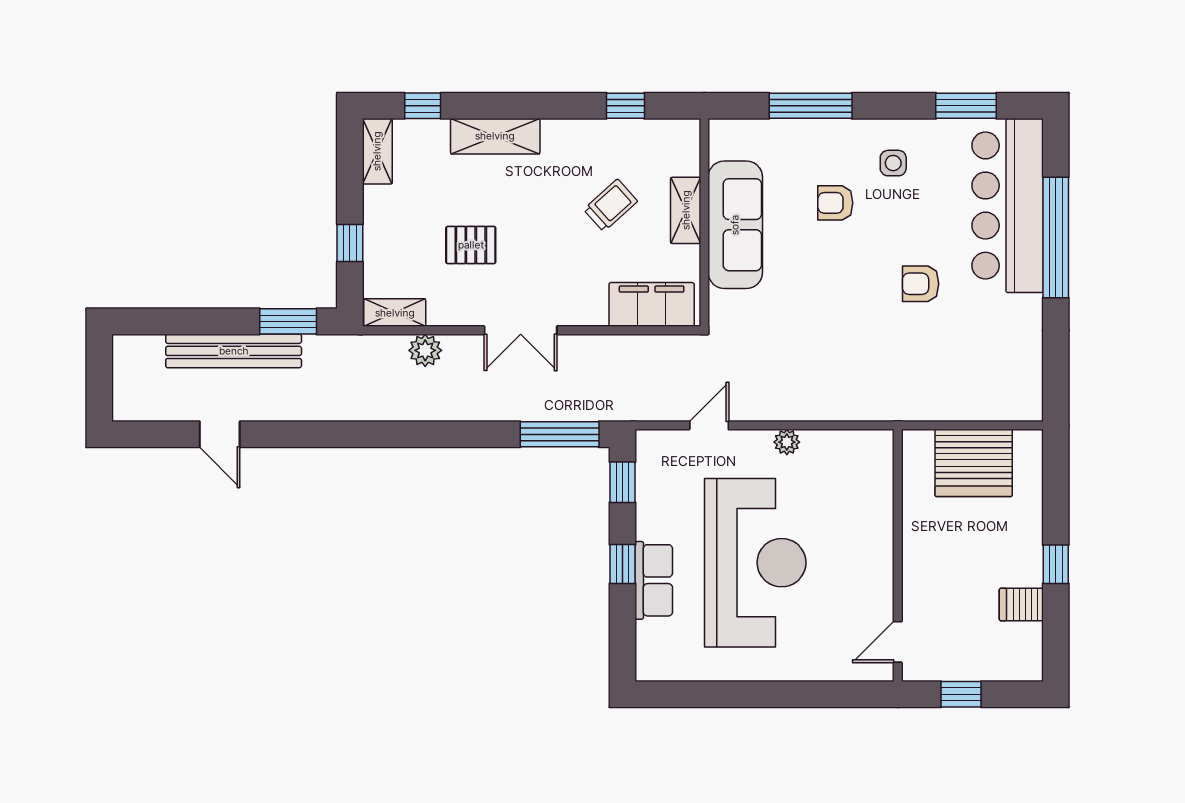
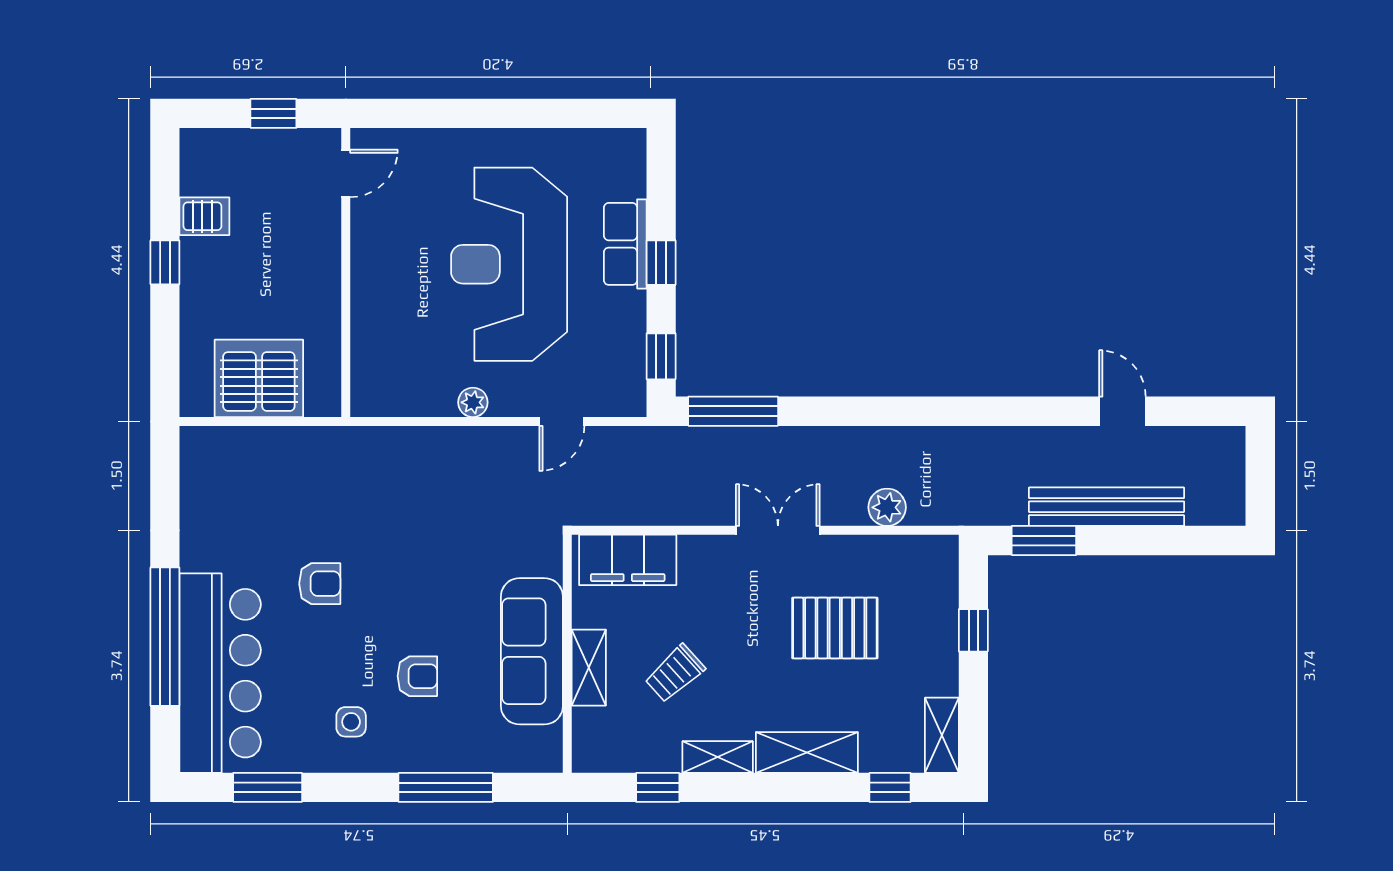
pallet: (471, 245) -> (835, 628), width x1.50, depth x1.42
shelving: (395, 313) -> (718, 757), moved

